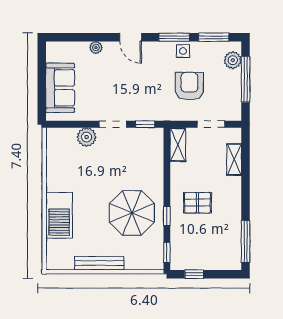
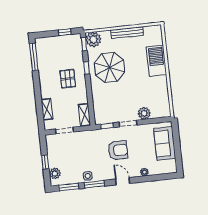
window: (246, 79) -> (45, 162), width x0.46
armchair: (189, 86) -> (118, 150), moved, turned -90
pallet: (197, 203) -> (68, 79), turned 90
plant: (152, 258) -> (93, 39), added

